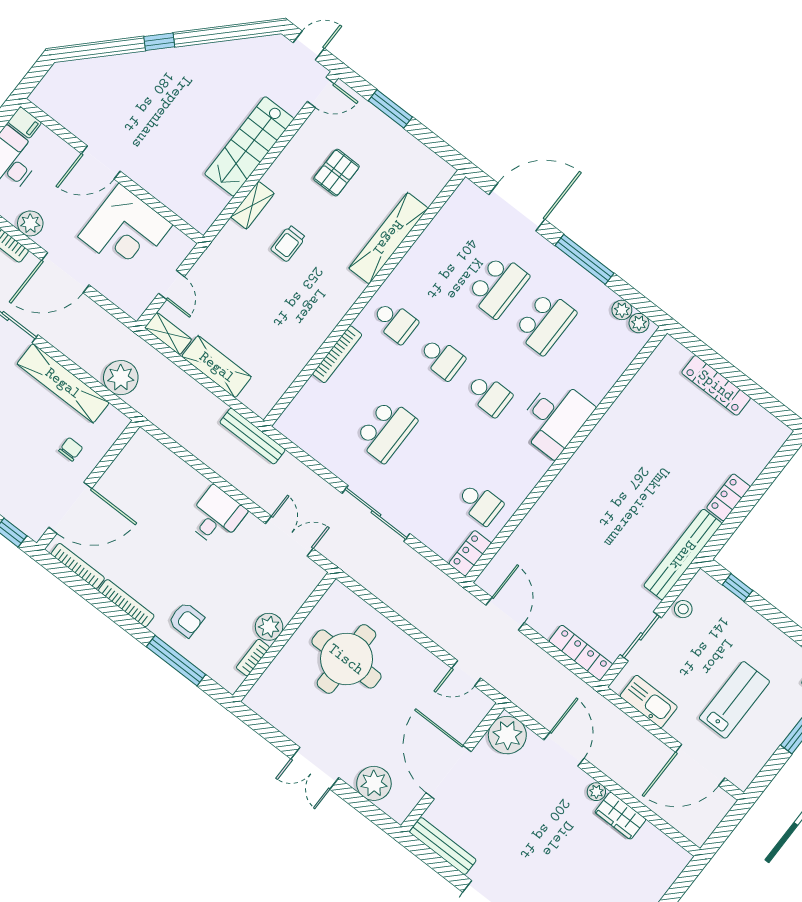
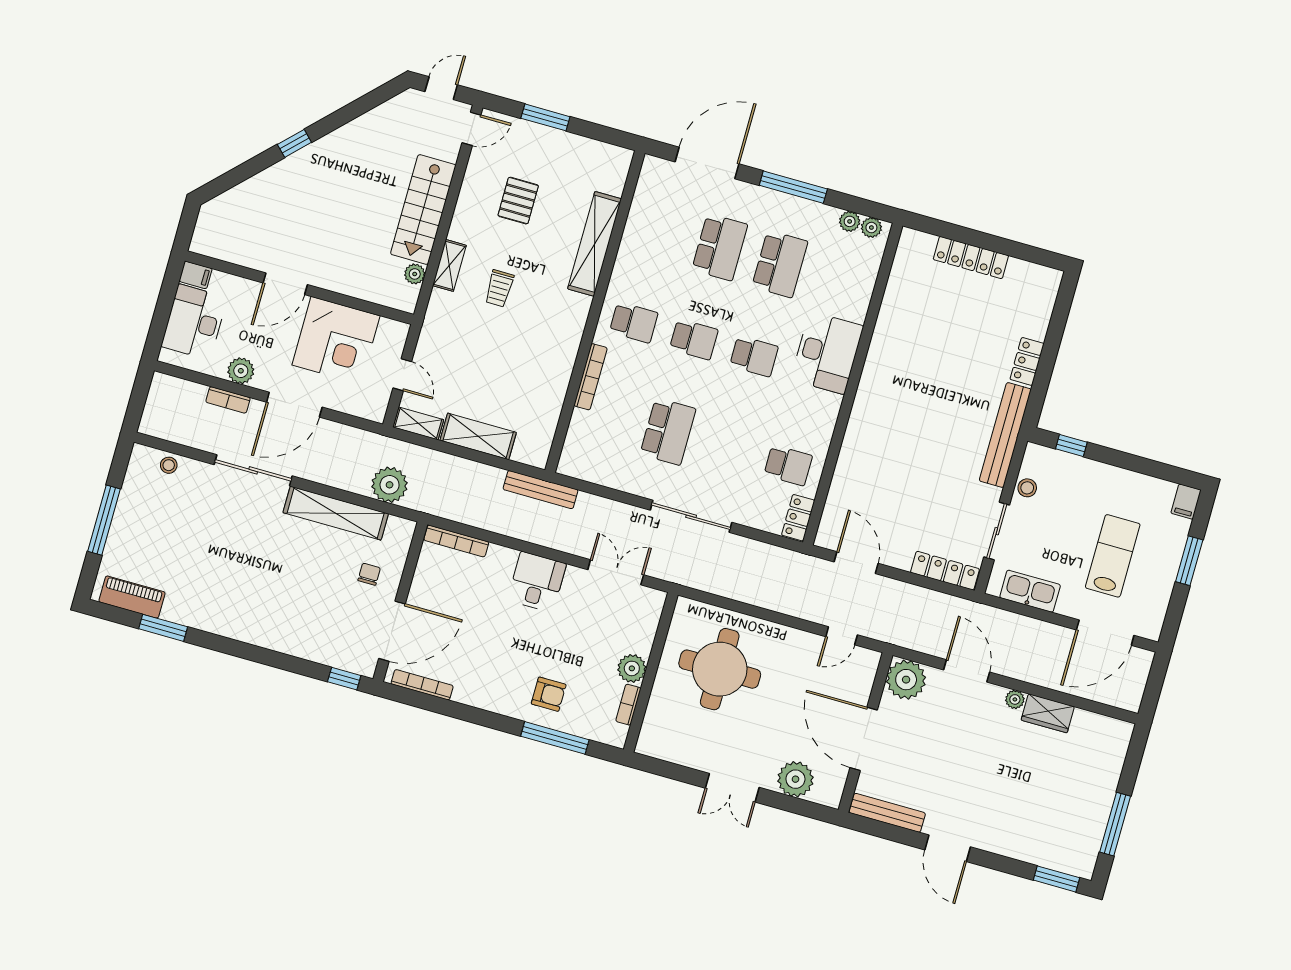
plant: (219, 200) -> (415, 274), added
bookcase: (126, 603) -> (456, 541), moved, turned 180

